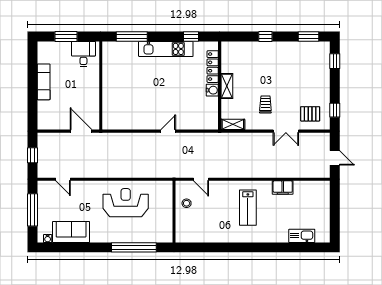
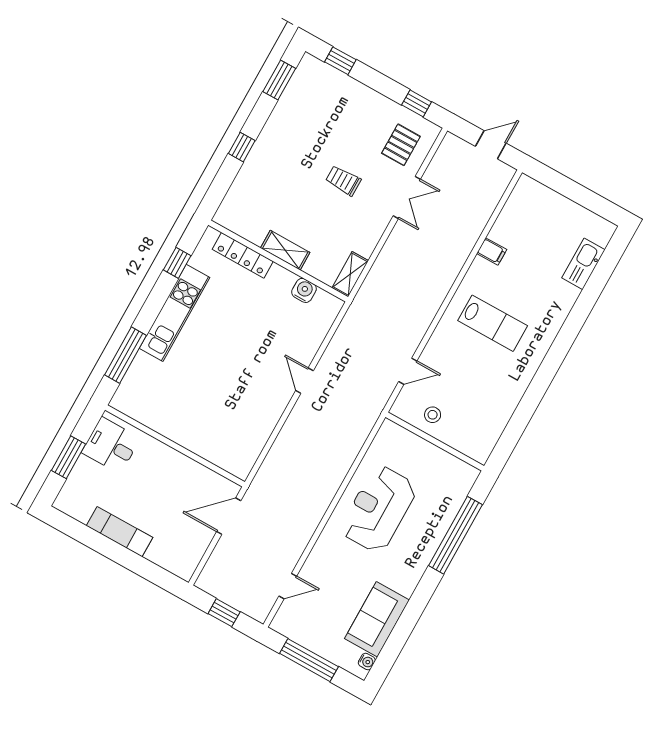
water cooler: (212, 90) -> (304, 290), moved
trolley: (265, 104) -> (343, 180), moved
filing cabinet: (283, 187) -> (492, 252), width x0.50

